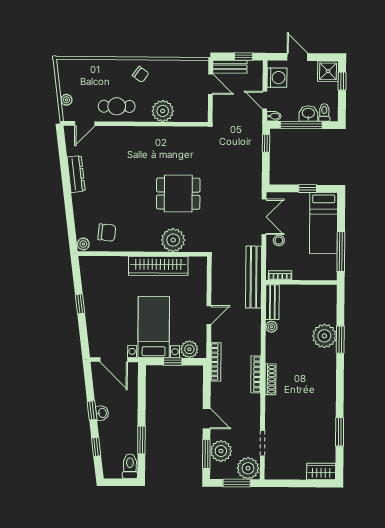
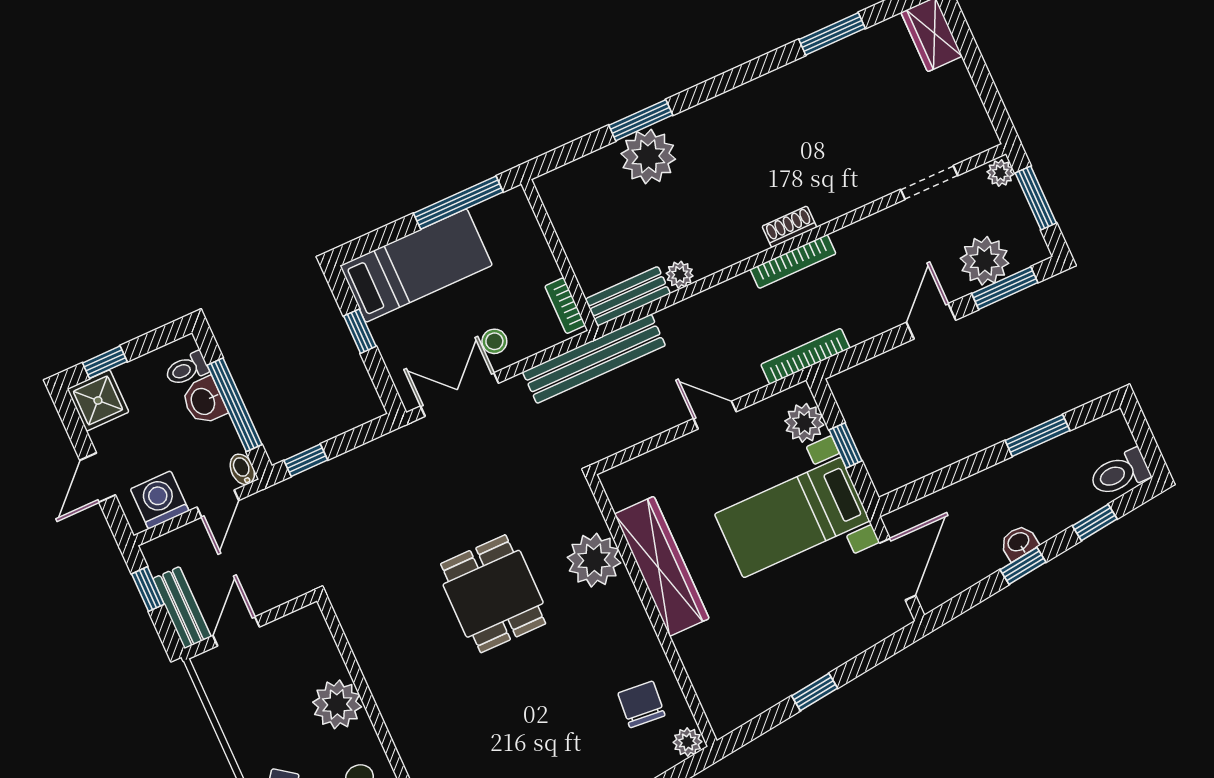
shoe rack: (270, 379) -> (789, 227), width x0.70
toilet: (130, 466) -> (1120, 473), moved
plant: (248, 468) -> (1000, 173), width x0.53, depth x0.53

